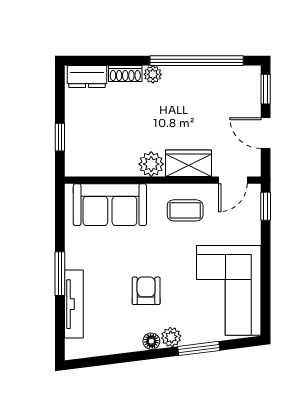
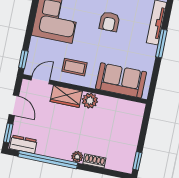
dresser: (87, 77) -> (23, 144), moved
window: (60, 137) -> (137, 161), moved

